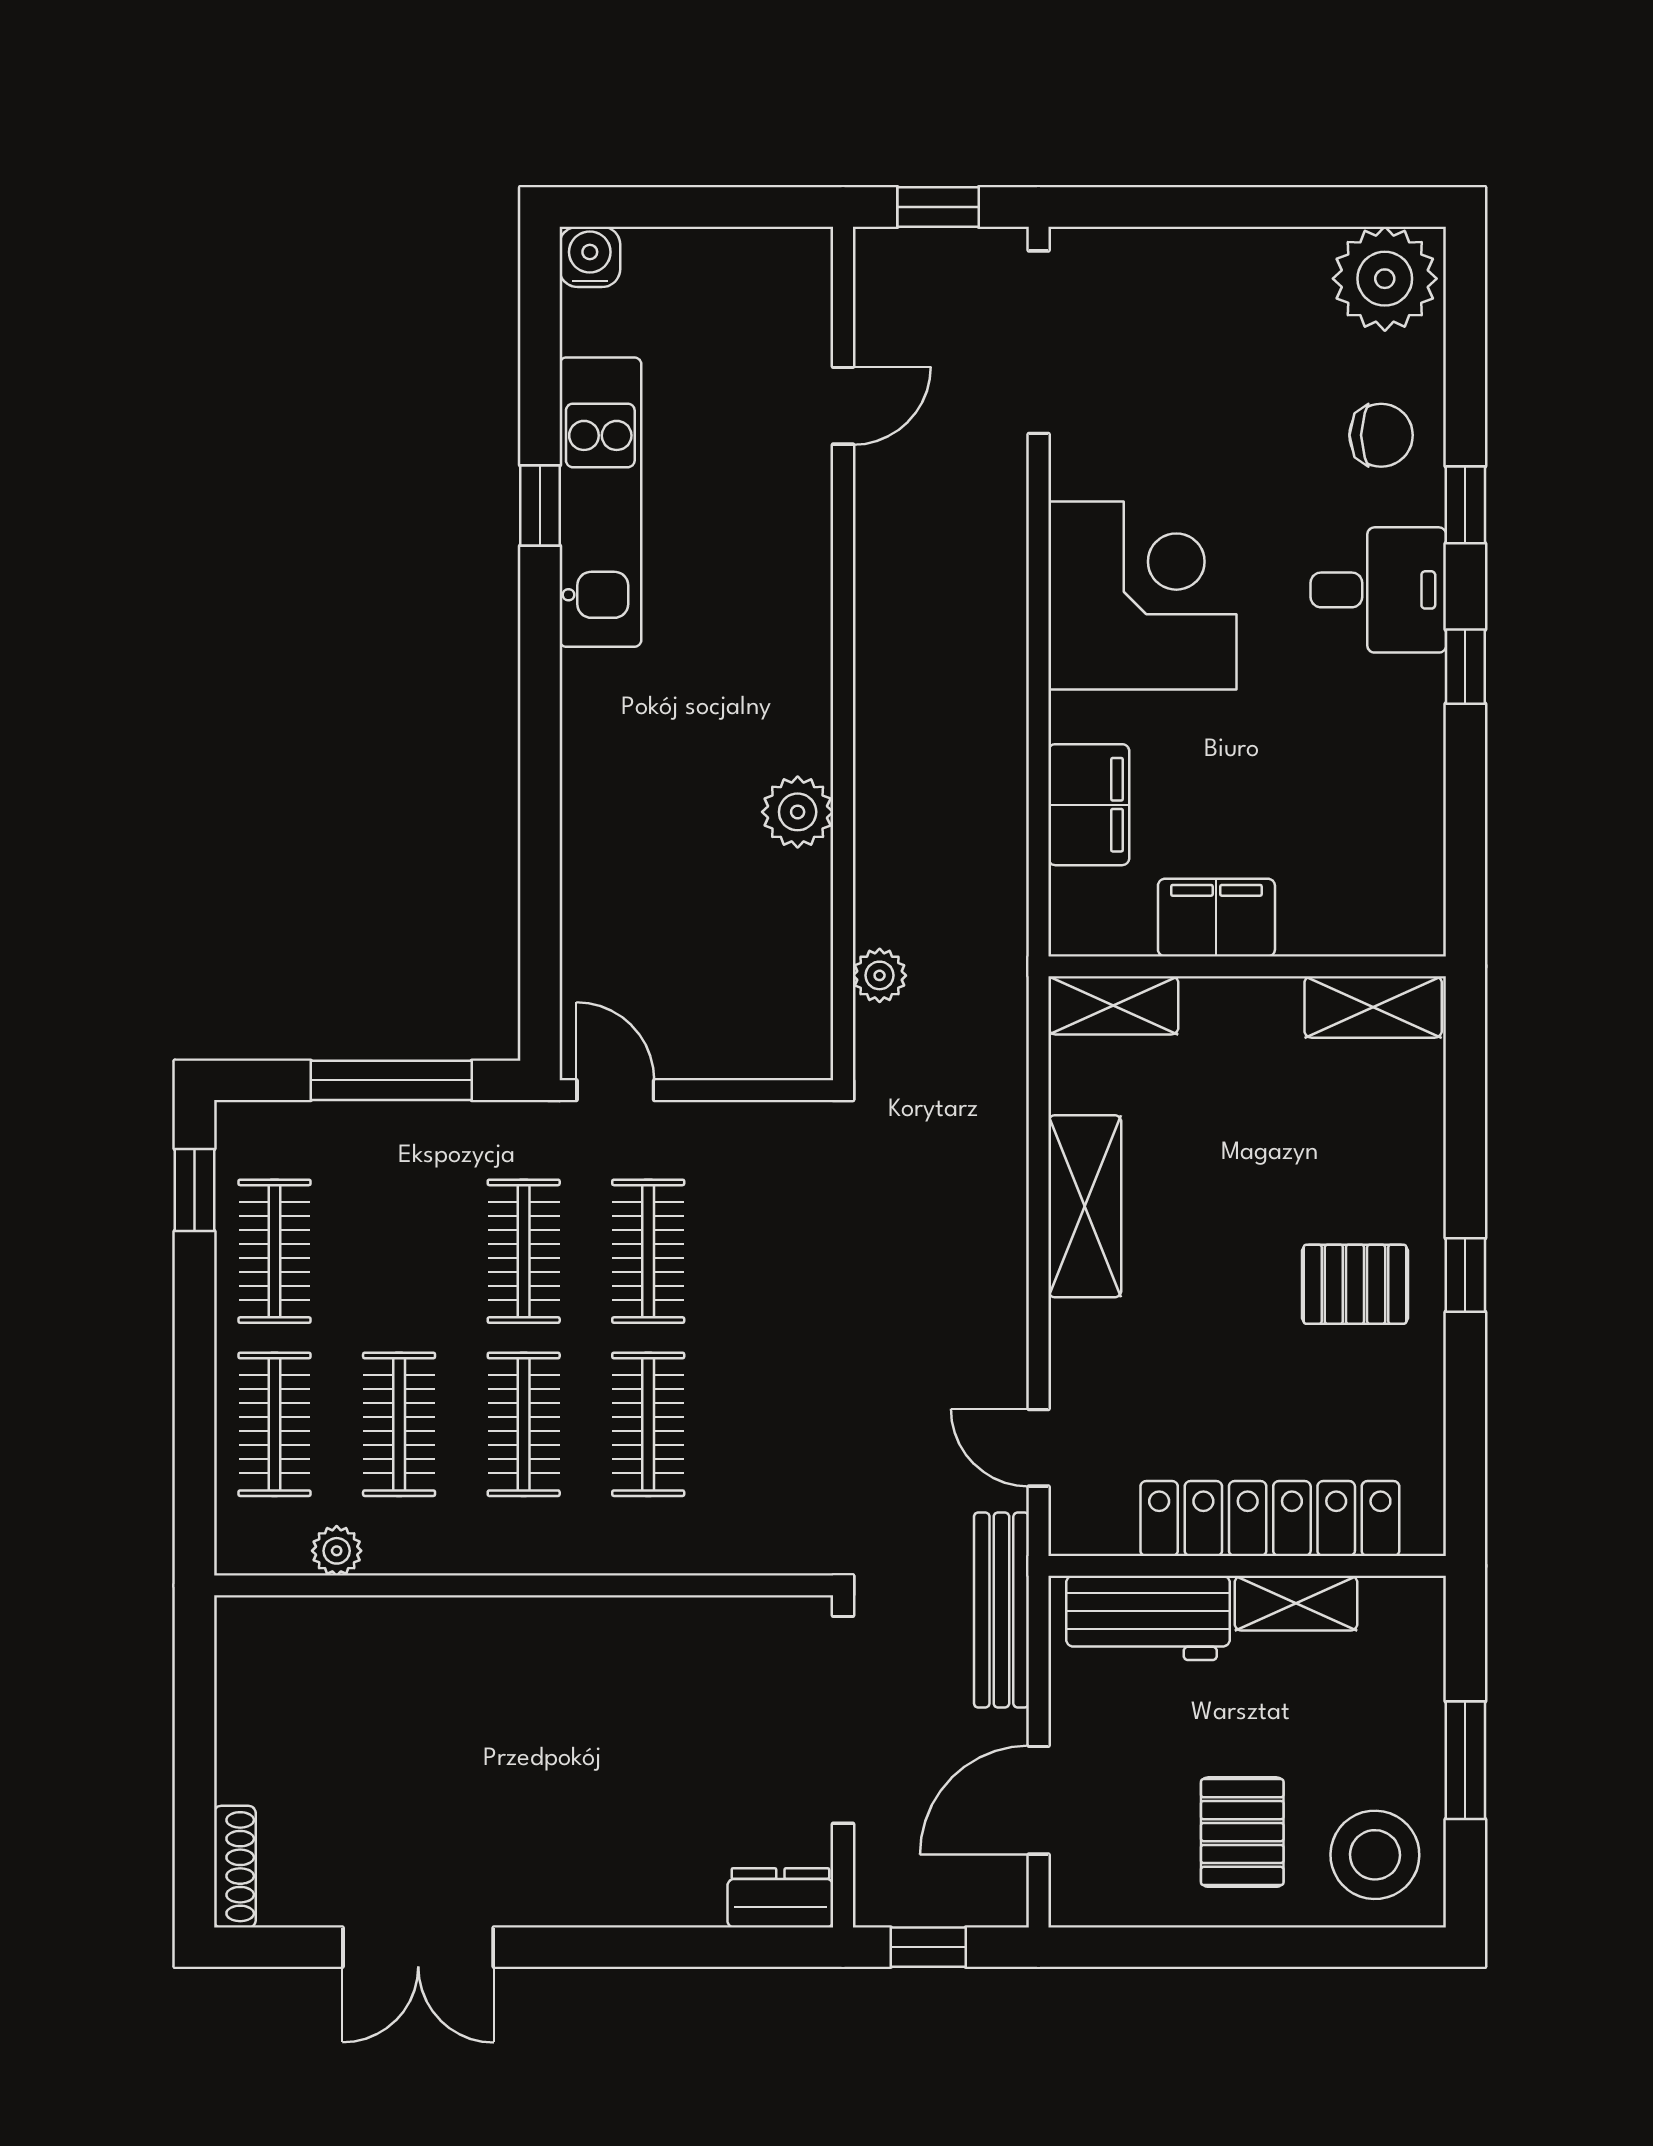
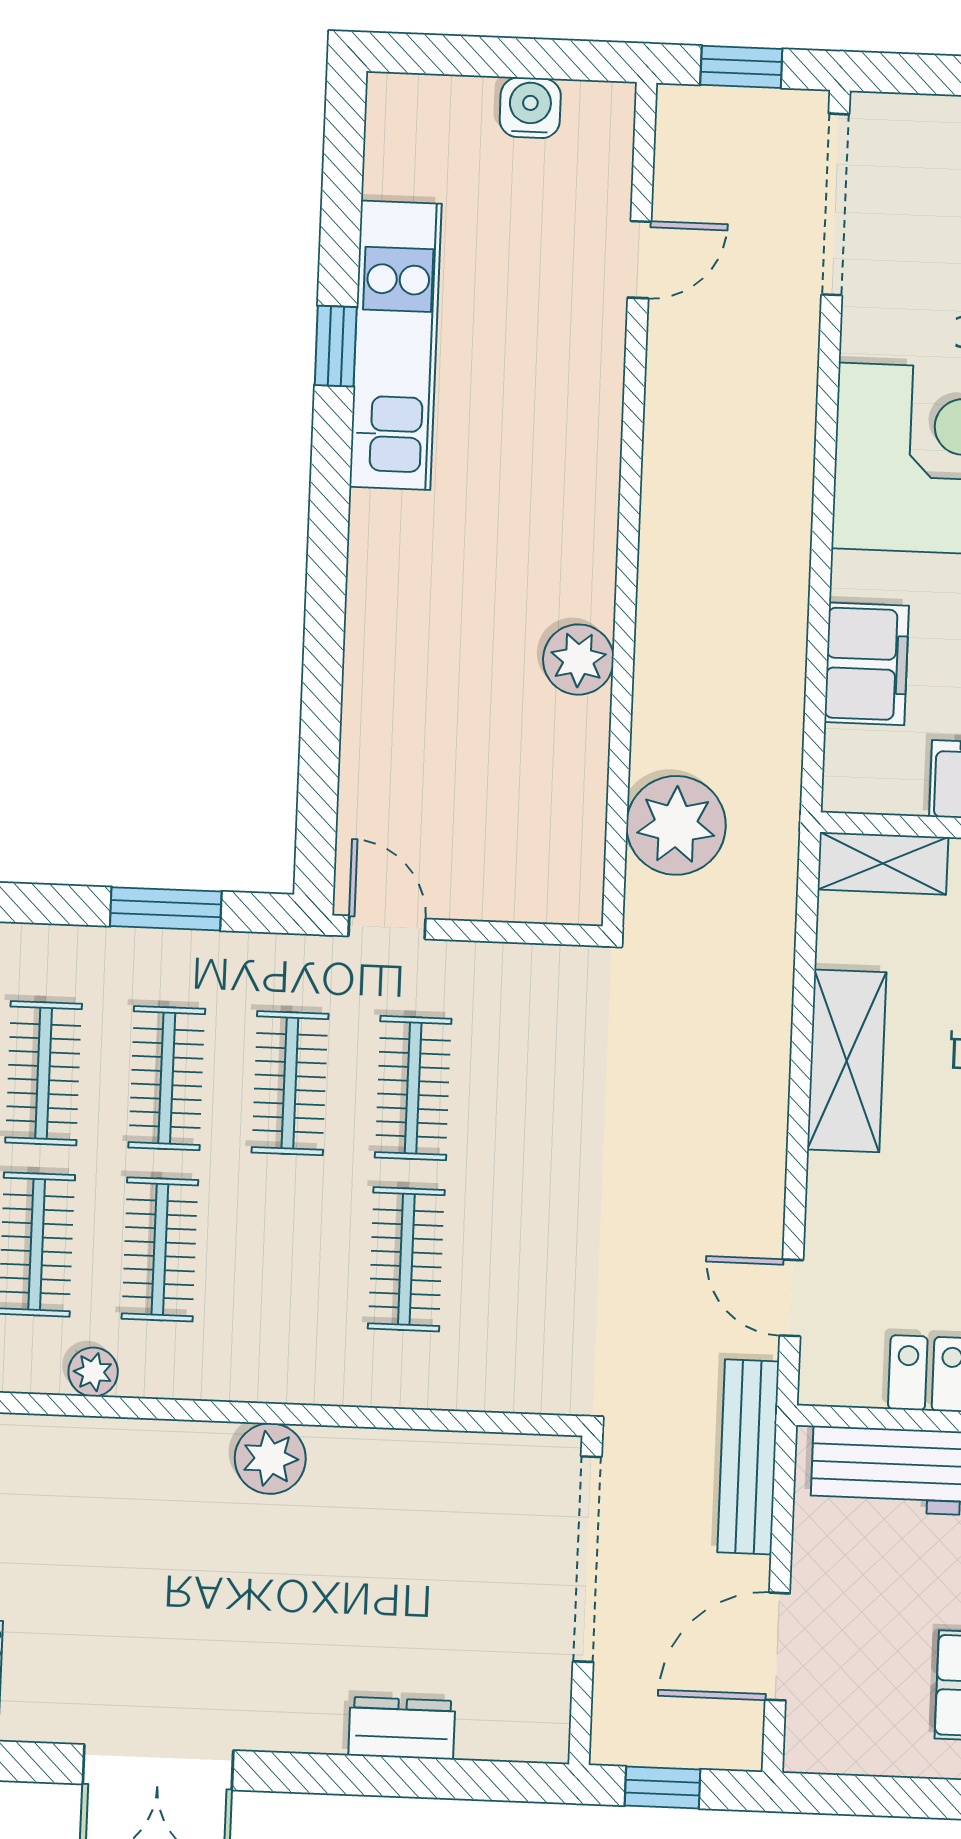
water cooler: (590, 257) -> (530, 108), moved
plant: (880, 975) -> (676, 825), width x1.87, depth x1.87
window: (391, 1080) -> (166, 909), width x0.69
clothes rail: (524, 1424) -> (167, 1078), moved
plant: (519, 1631) -> (270, 1459), added
dresser: (780, 1898) -> (402, 1728), moved

